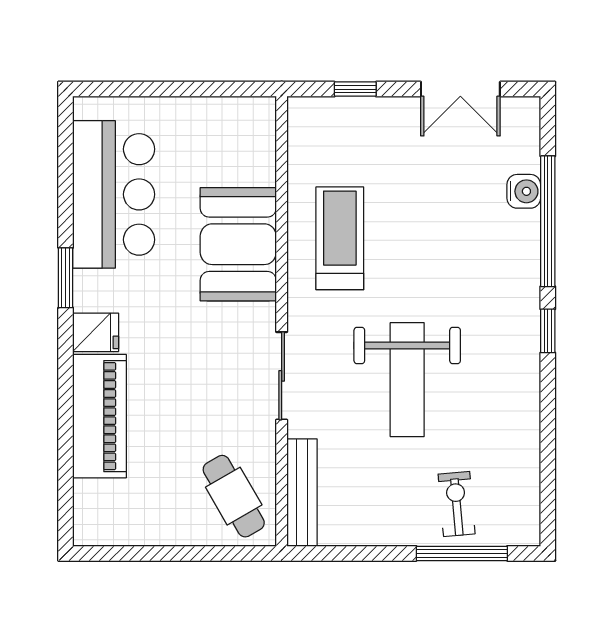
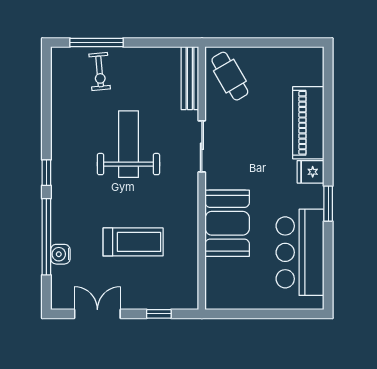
treadmill: (340, 238) -> (133, 242), moved, turned -90

